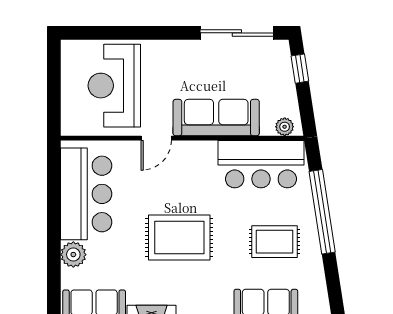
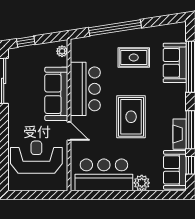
reception desk: (114, 86) -> (36, 157), turned 180
bar counter: (261, 164) -> (85, 89), moved
rug: (274, 242) -> (134, 57), turned 90

